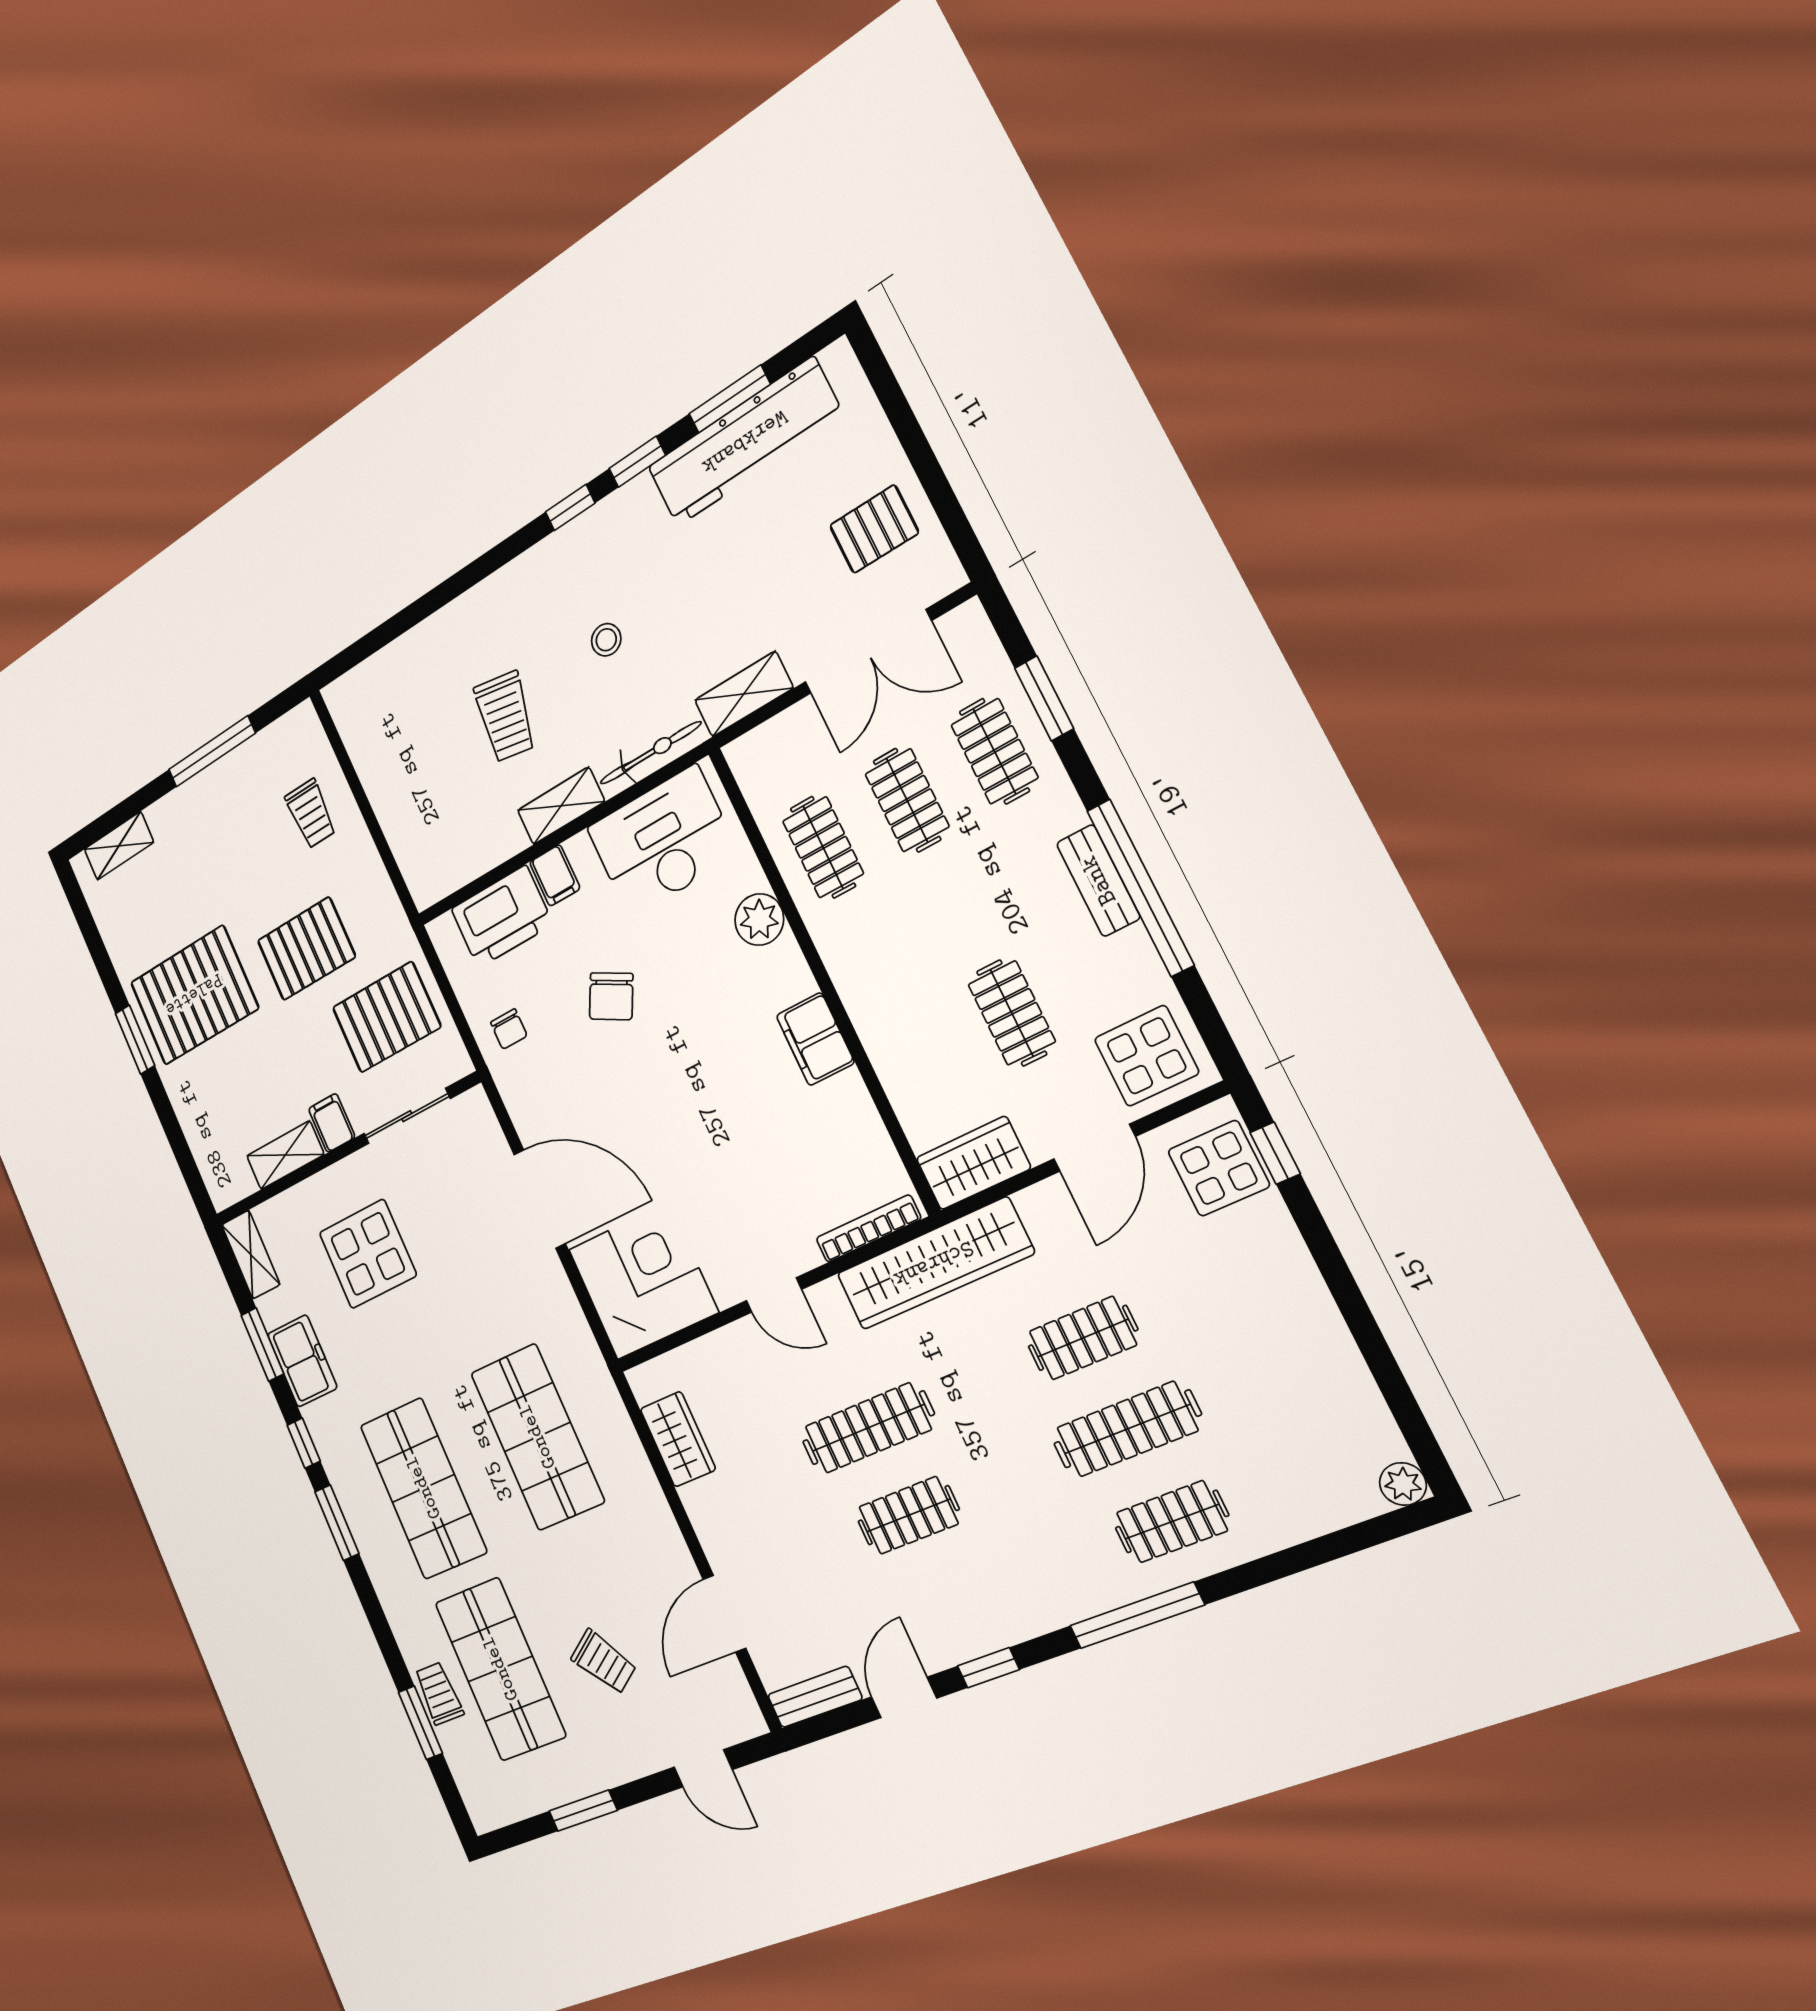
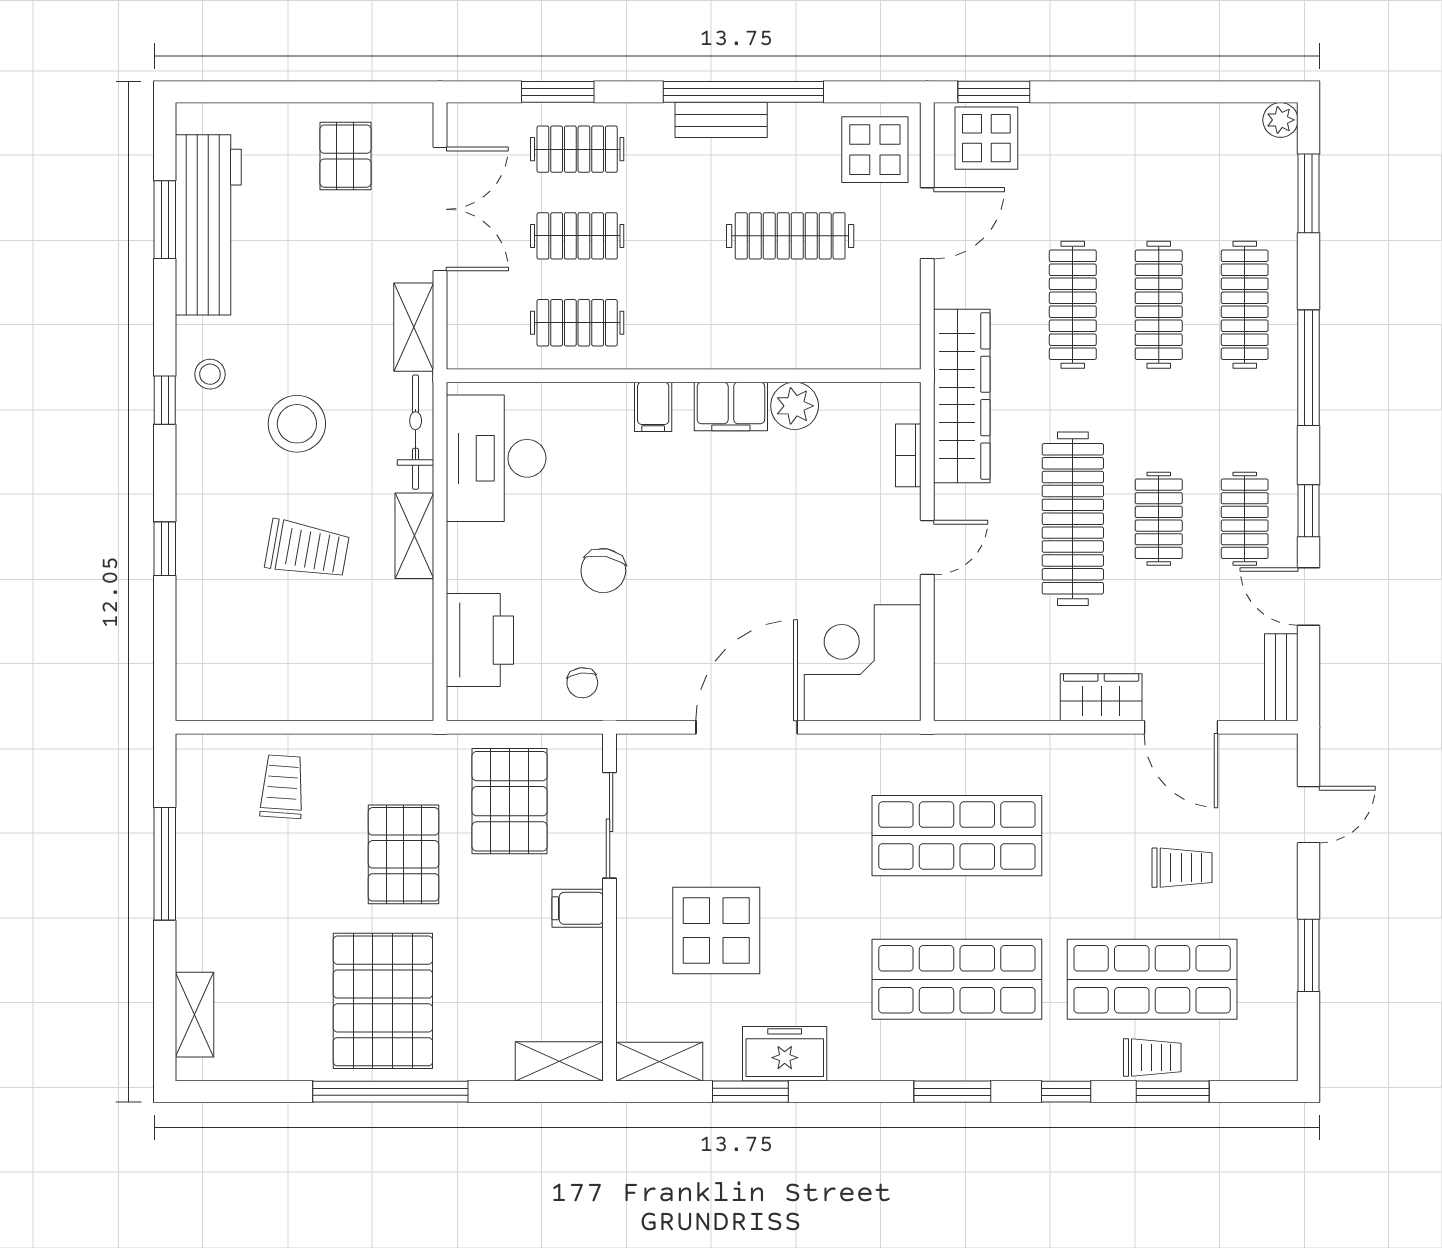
window: (637, 462) -> (165, 549), moved
stool: (612, 533) -> (210, 374), added
stool: (606, 640) -> (297, 424), width x1.89, depth x1.89
trolley: (311, 814) -> (282, 787), turned -86
filing cabinet: (555, 875) -> (653, 407), moved, turned 90
plant: (759, 920) -> (795, 406), moved
chair: (611, 996) -> (603, 571), turned 73
clothes rail: (1012, 1013) -> (790, 236), width x1.36
chair: (509, 1029) -> (582, 683), turned 83
window: (135, 1040) -> (390, 1092), width x2.11
door: (1094, 1148) -> (927, 223), hinge flipped
window: (1275, 1153) -> (994, 92), width x1.50
shelving: (285, 1155) -> (559, 1061), moved, turned 90
wardrobe: (973, 1163) -> (895, 324), removed
bookcase: (868, 1229) -> (908, 455), width x0.64
clothes rail: (1083, 1338) -> (1073, 305), width x1.36
clothes rail: (868, 1428) -> (1073, 519), width x1.37, depth x1.31
wardrobe: (678, 1439) -> (1101, 697), moved
window: (304, 1443) -> (1066, 1092), moved
clothes rail: (1172, 1522) -> (1245, 305), width x1.36
window: (1332, 1547) -> (1309, 193), added
clothes rail: (949, 1604) -> (1245, 519), added
trolley: (604, 1662) -> (1182, 868), turned 34
trolley: (439, 1693) -> (1152, 1057), turned 180

